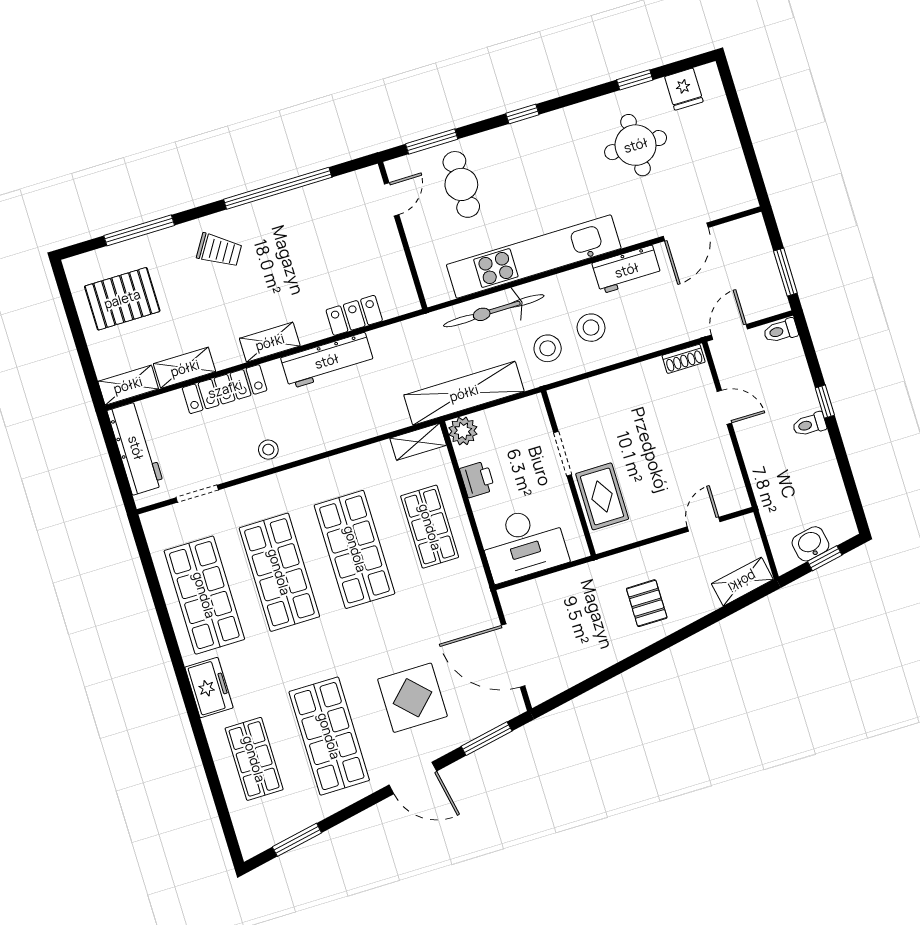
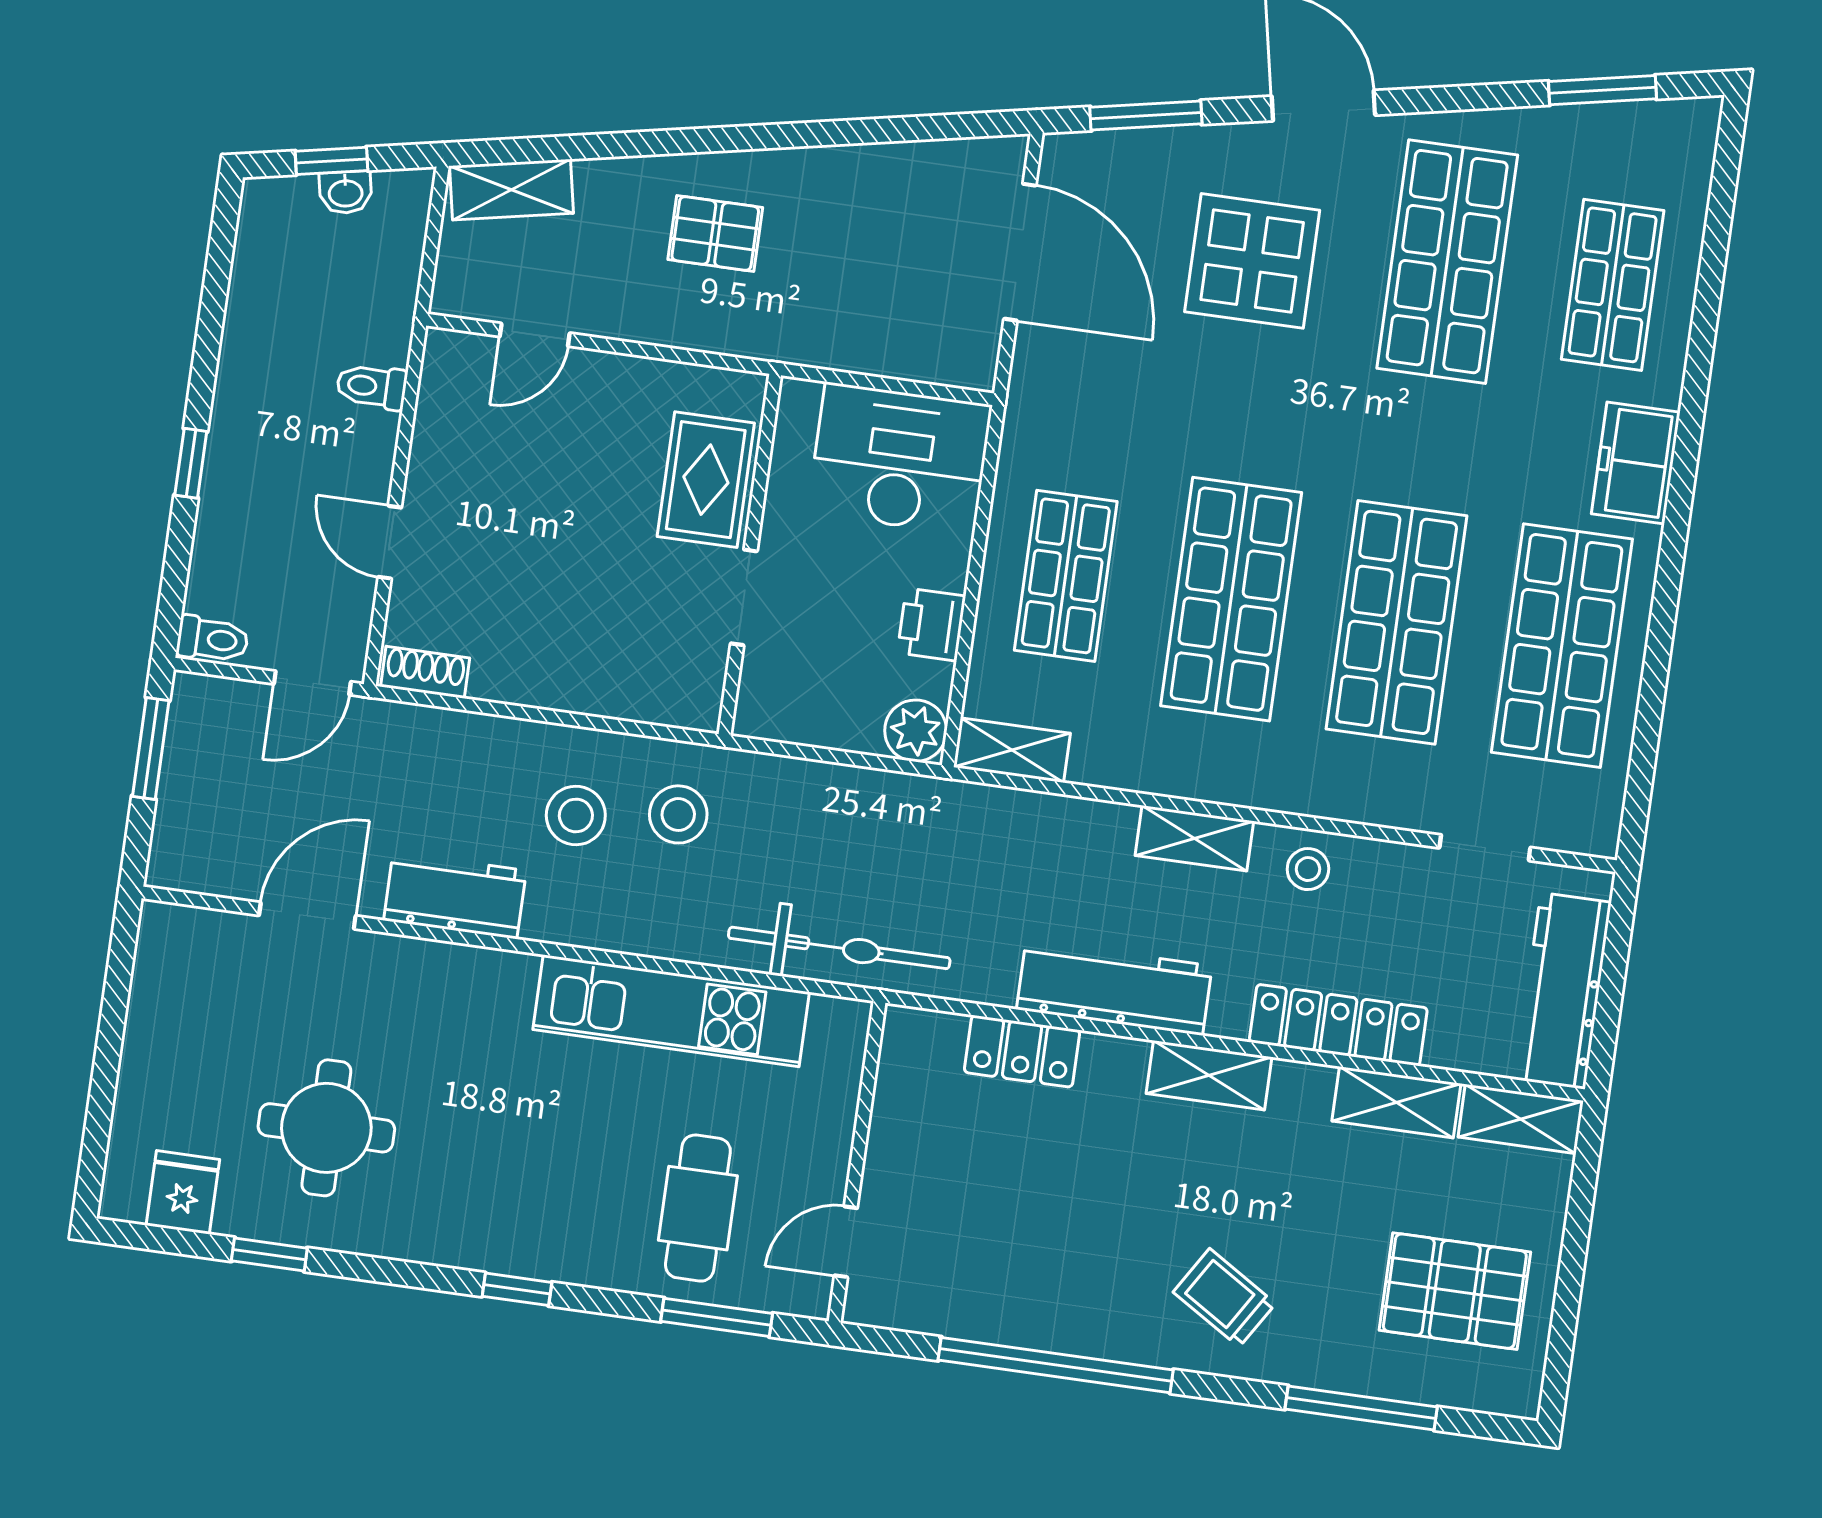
kitchen unit: (534, 257) -> (671, 1011), width x0.73
bicycle: (494, 311) -> (839, 948), moved
shelving: (464, 393) -> (1194, 838), moved, width x0.45, depth x0.75
toilet: (809, 424) -> (372, 386), moved, turned 180
washbasin: (810, 544) -> (346, 192), width x0.72, depth x0.69
pallet: (647, 603) -> (715, 234), turned 90

